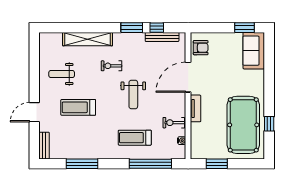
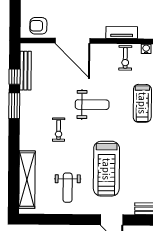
shelving: (88, 39) -> (27, 180), moved
armchair: (201, 48) -> (38, 26), turned -90
treadmill: (78, 107) -> (106, 169), width x1.37, depth x1.38
tv unit: (196, 108) -> (122, 32), moved

